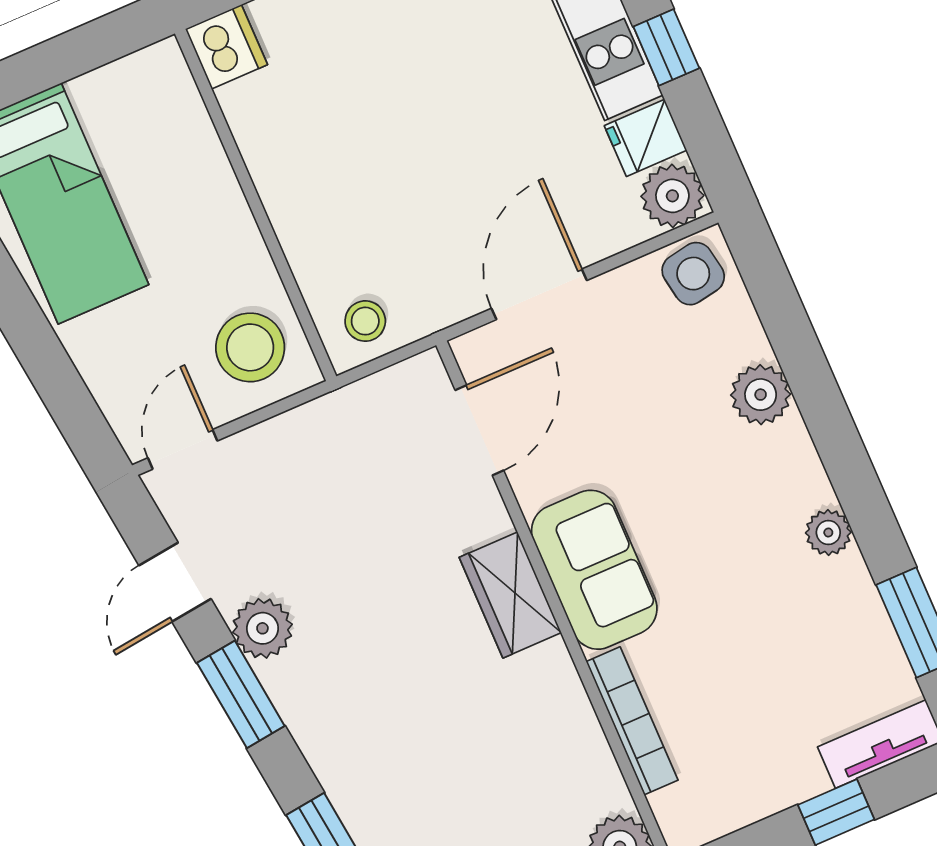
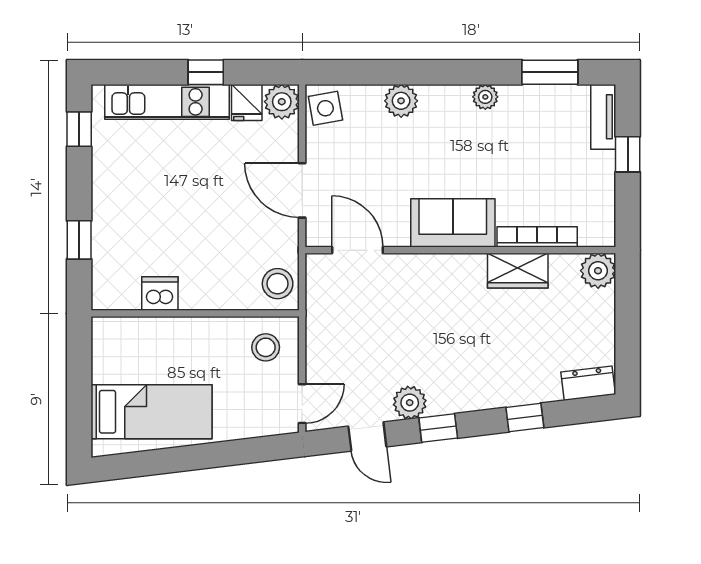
dishwasher: (226, 47) -> (160, 294), moved
stool: (365, 321) -> (278, 284), width x1.37, depth x1.37
stool: (250, 347) -> (266, 347), width x0.73, depth x0.73
door: (183, 449) -> (302, 404), swing flipped
wardrobe: (510, 595) -> (518, 271), moved
window: (241, 694) -> (438, 428), width x0.67

